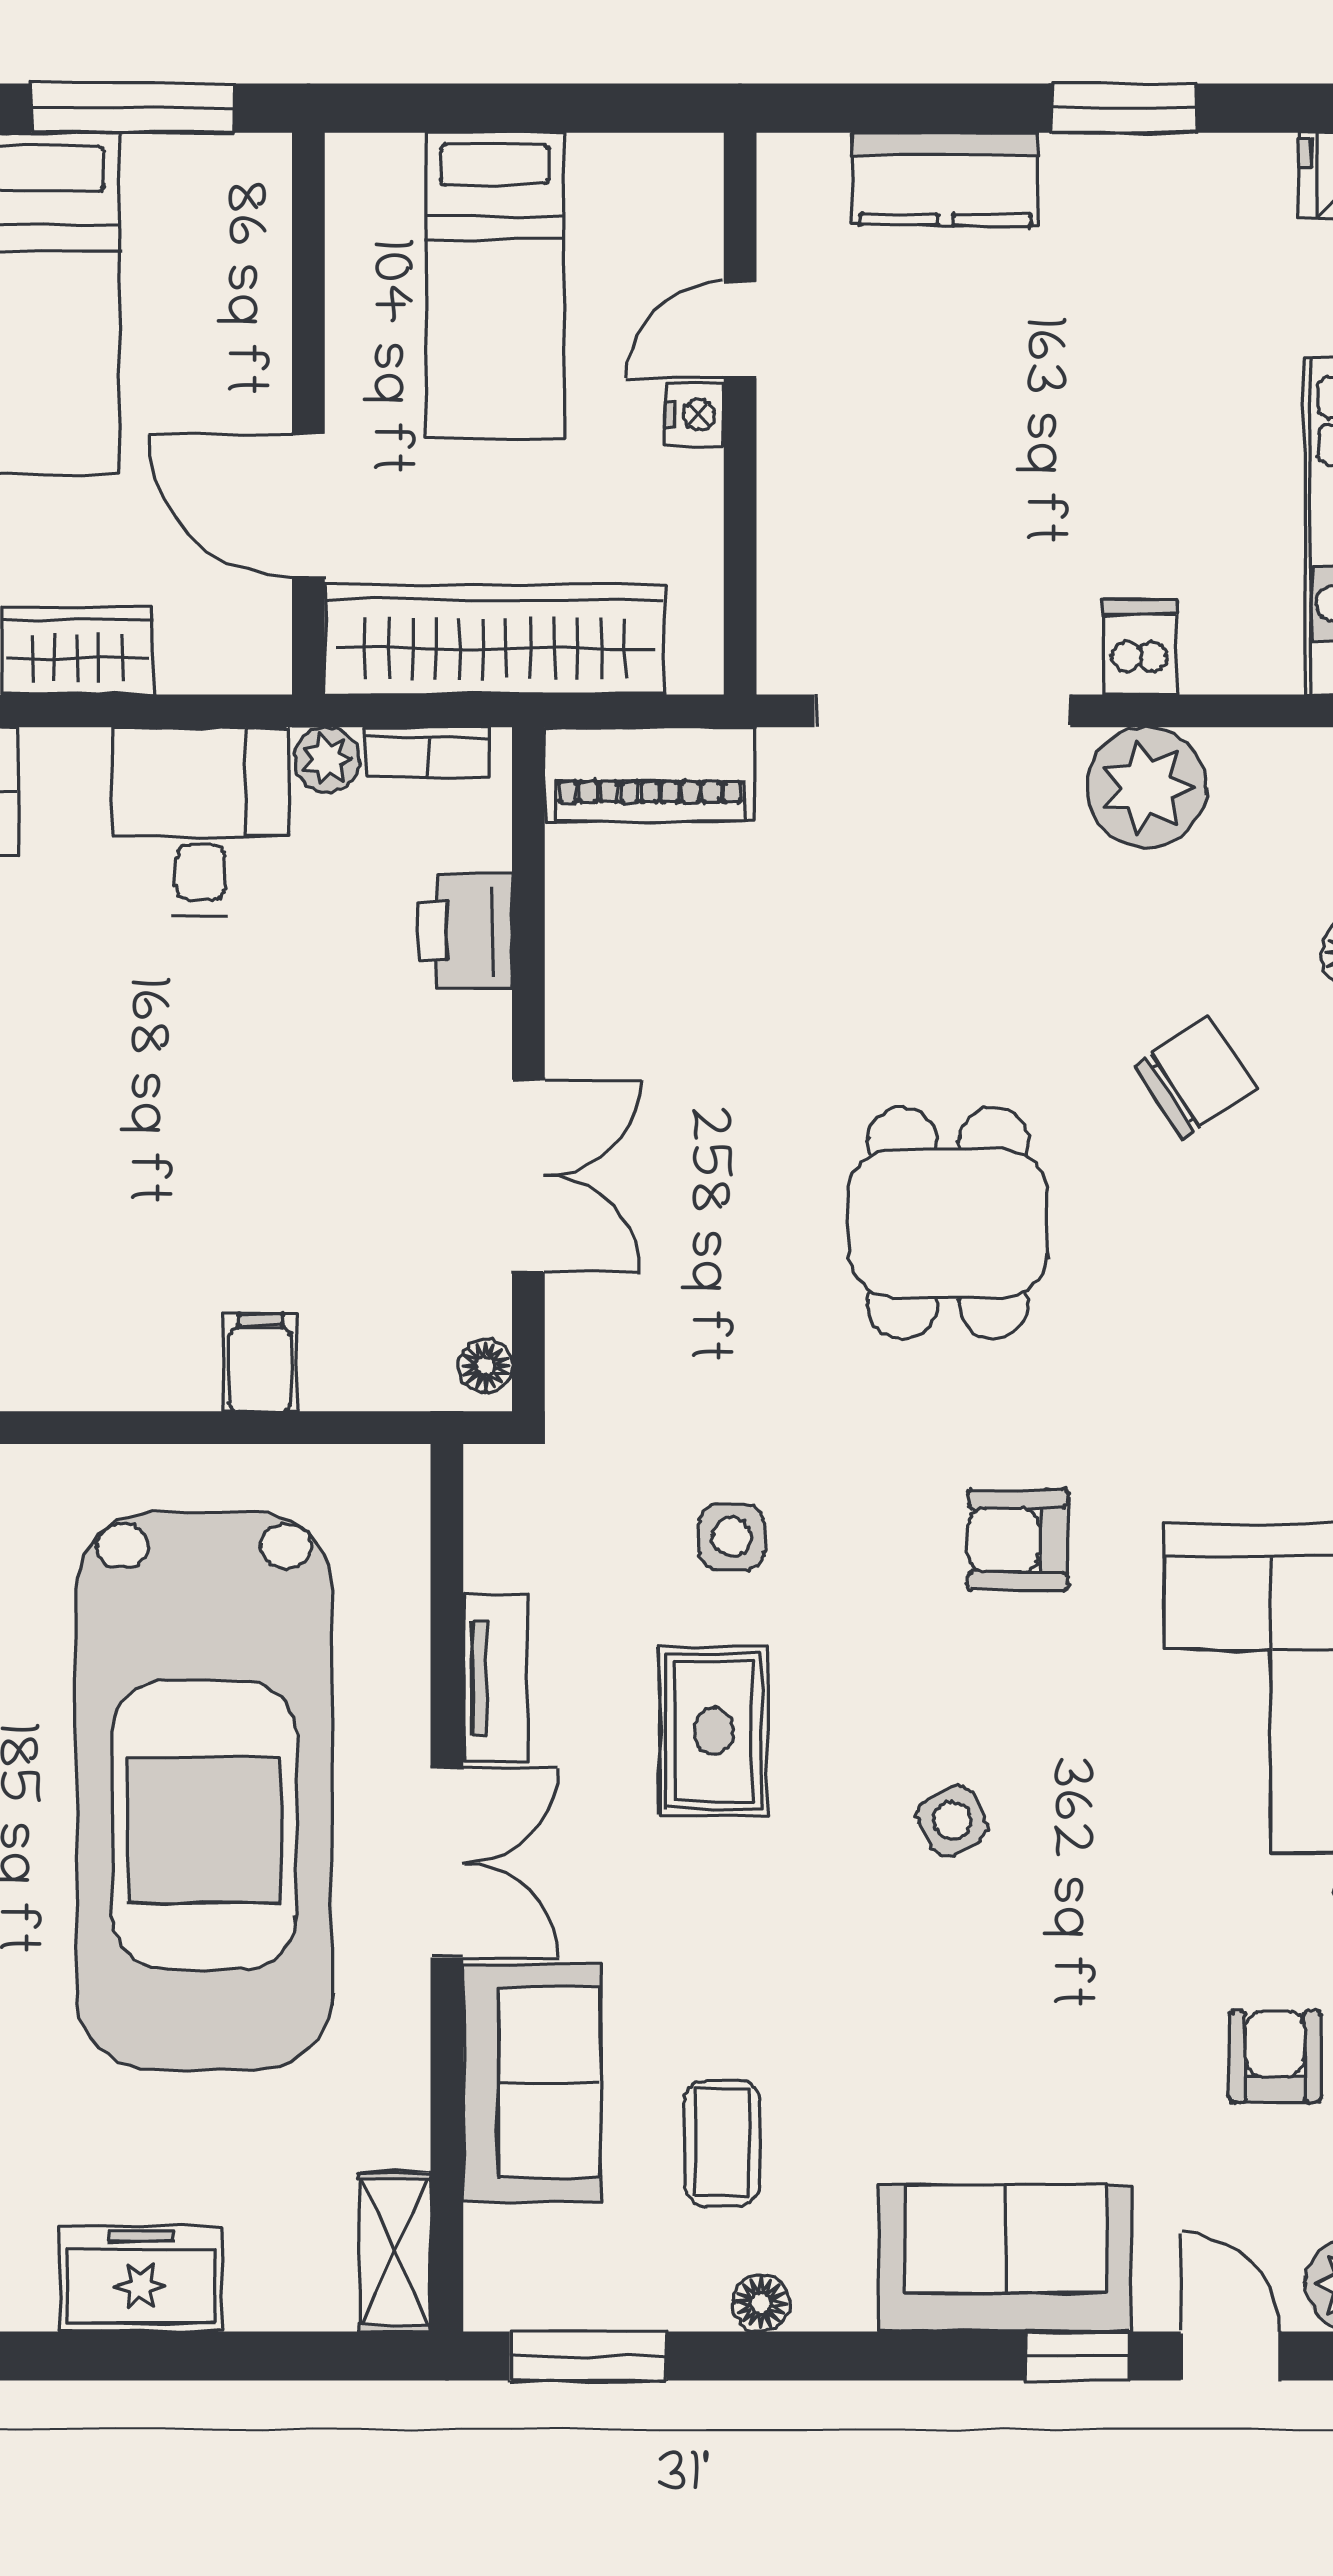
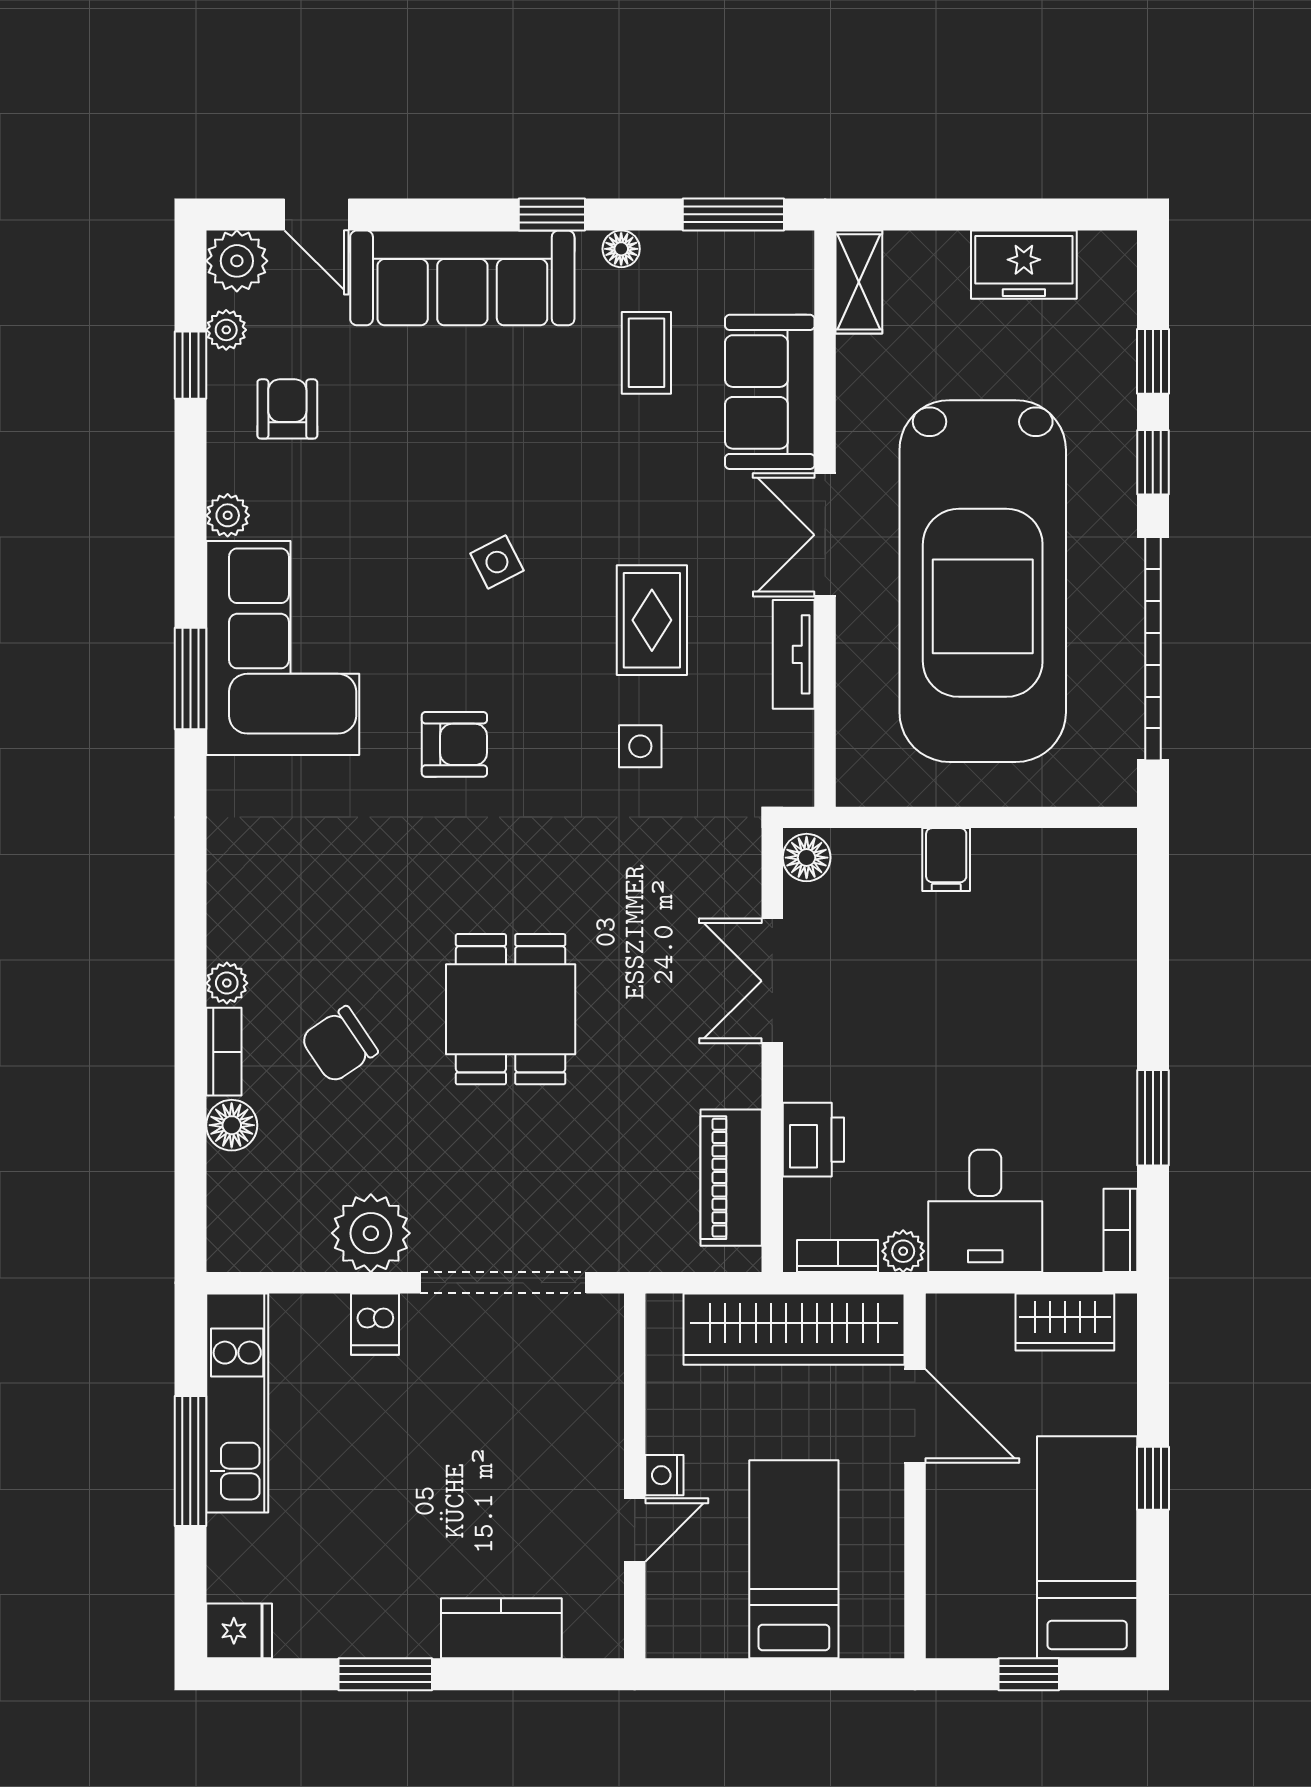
window: (133, 108) -> (1029, 1674), width x0.46
piano: (650, 774) -> (731, 1178), moved, turned -90
dining table: (948, 1223) -> (511, 1009), moved
floor lamp: (485, 1366) -> (807, 858), width x1.37, depth x1.37
car: (204, 1791) -> (983, 581), turned 180
armchair: (1275, 2056) -> (287, 409), turned 180
sofa: (1005, 2258) -> (462, 278), width x1.36
window: (1077, 2356) -> (552, 214), moved

